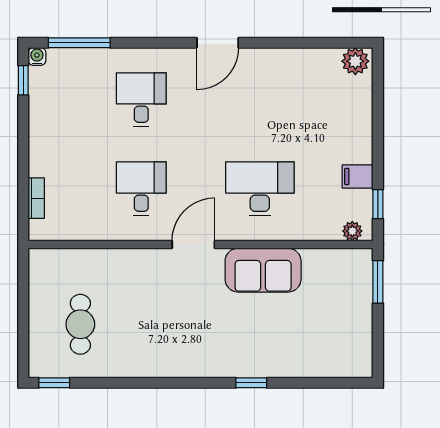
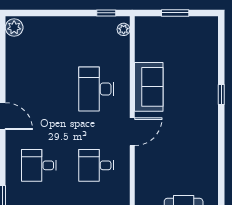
filing cabinet: (358, 177) -> (88, 26), removed
door: (193, 244) -> (132, 132), swing flipped
window: (378, 282) -> (175, 13), moved

